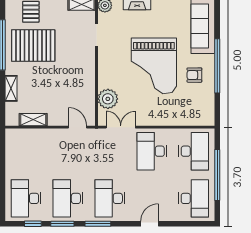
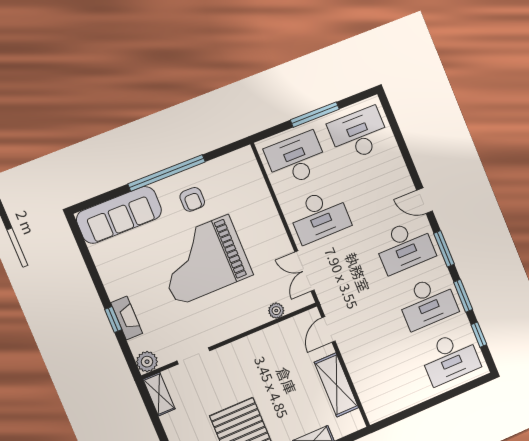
grand piano: (154, 66) -> (203, 260), turned 180
plant: (108, 99) -> (276, 311), width x0.53, depth x0.53
shelving: (33, 120) -> (336, 385), width x1.50, depth x1.33
window: (217, 175) -> (315, 115), width x0.68
door: (150, 224) -> (425, 201), moved

